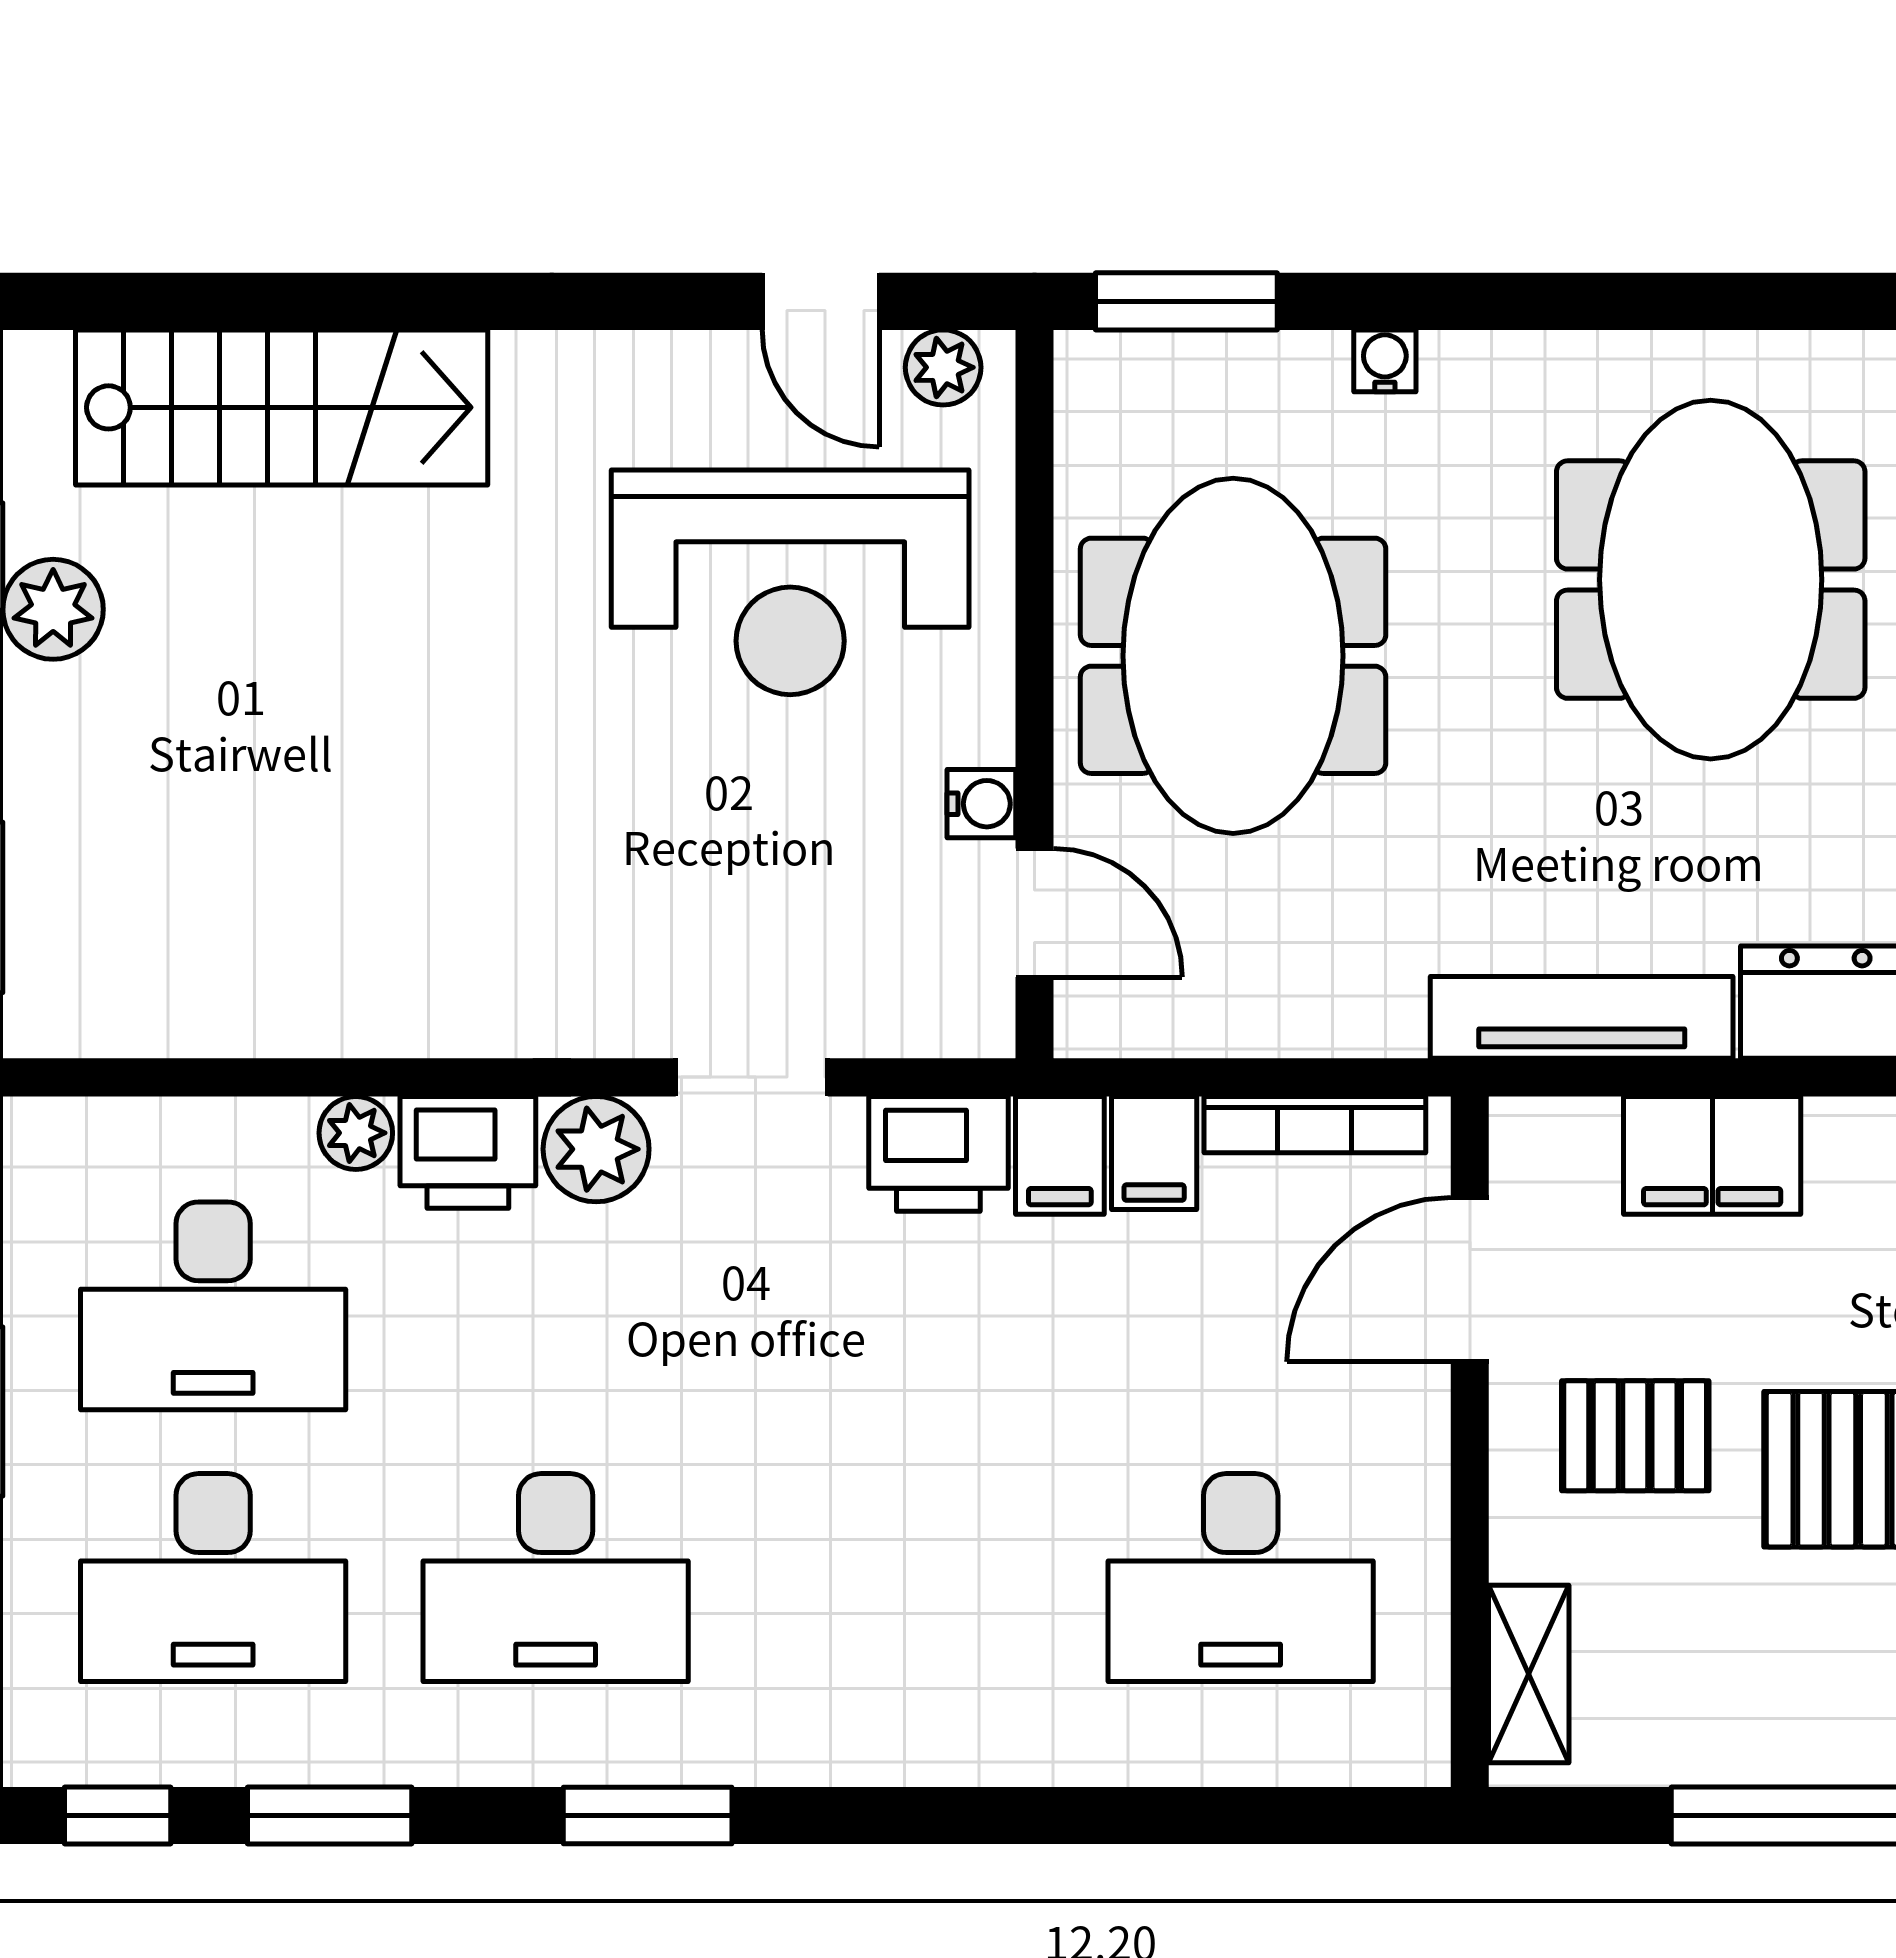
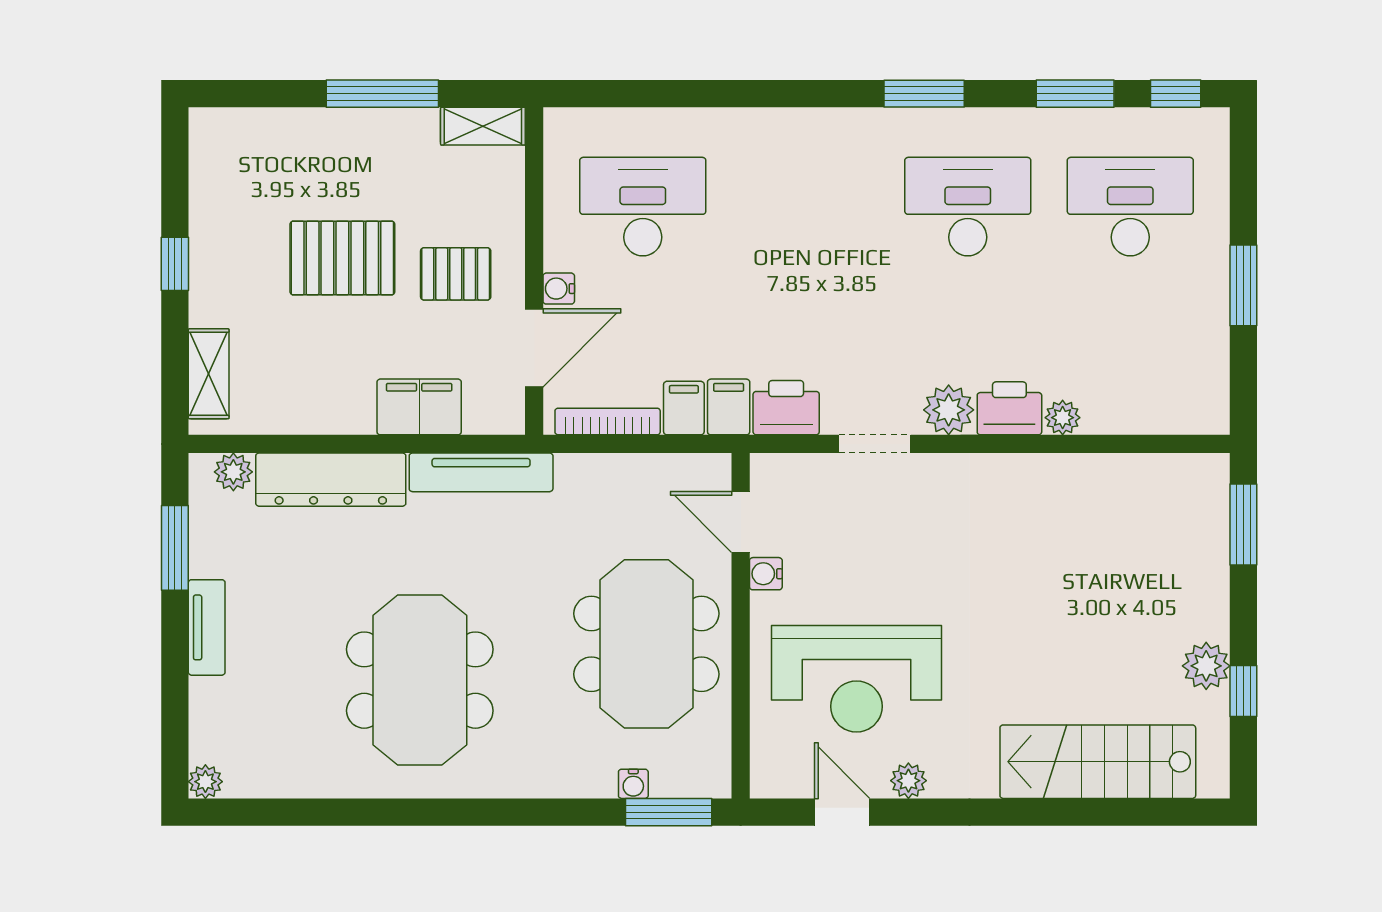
water cooler: (1385, 361) -> (633, 784), moved
plant: (943, 367) -> (908, 781), moved
reception desk: (790, 582) -> (857, 679), turned 180
desk: (213, 1306) -> (1130, 336), removed
water cooler: (1418, 1405) -> (559, 289), added
shelving: (1529, 1674) -> (483, 126), moved, turned 90

